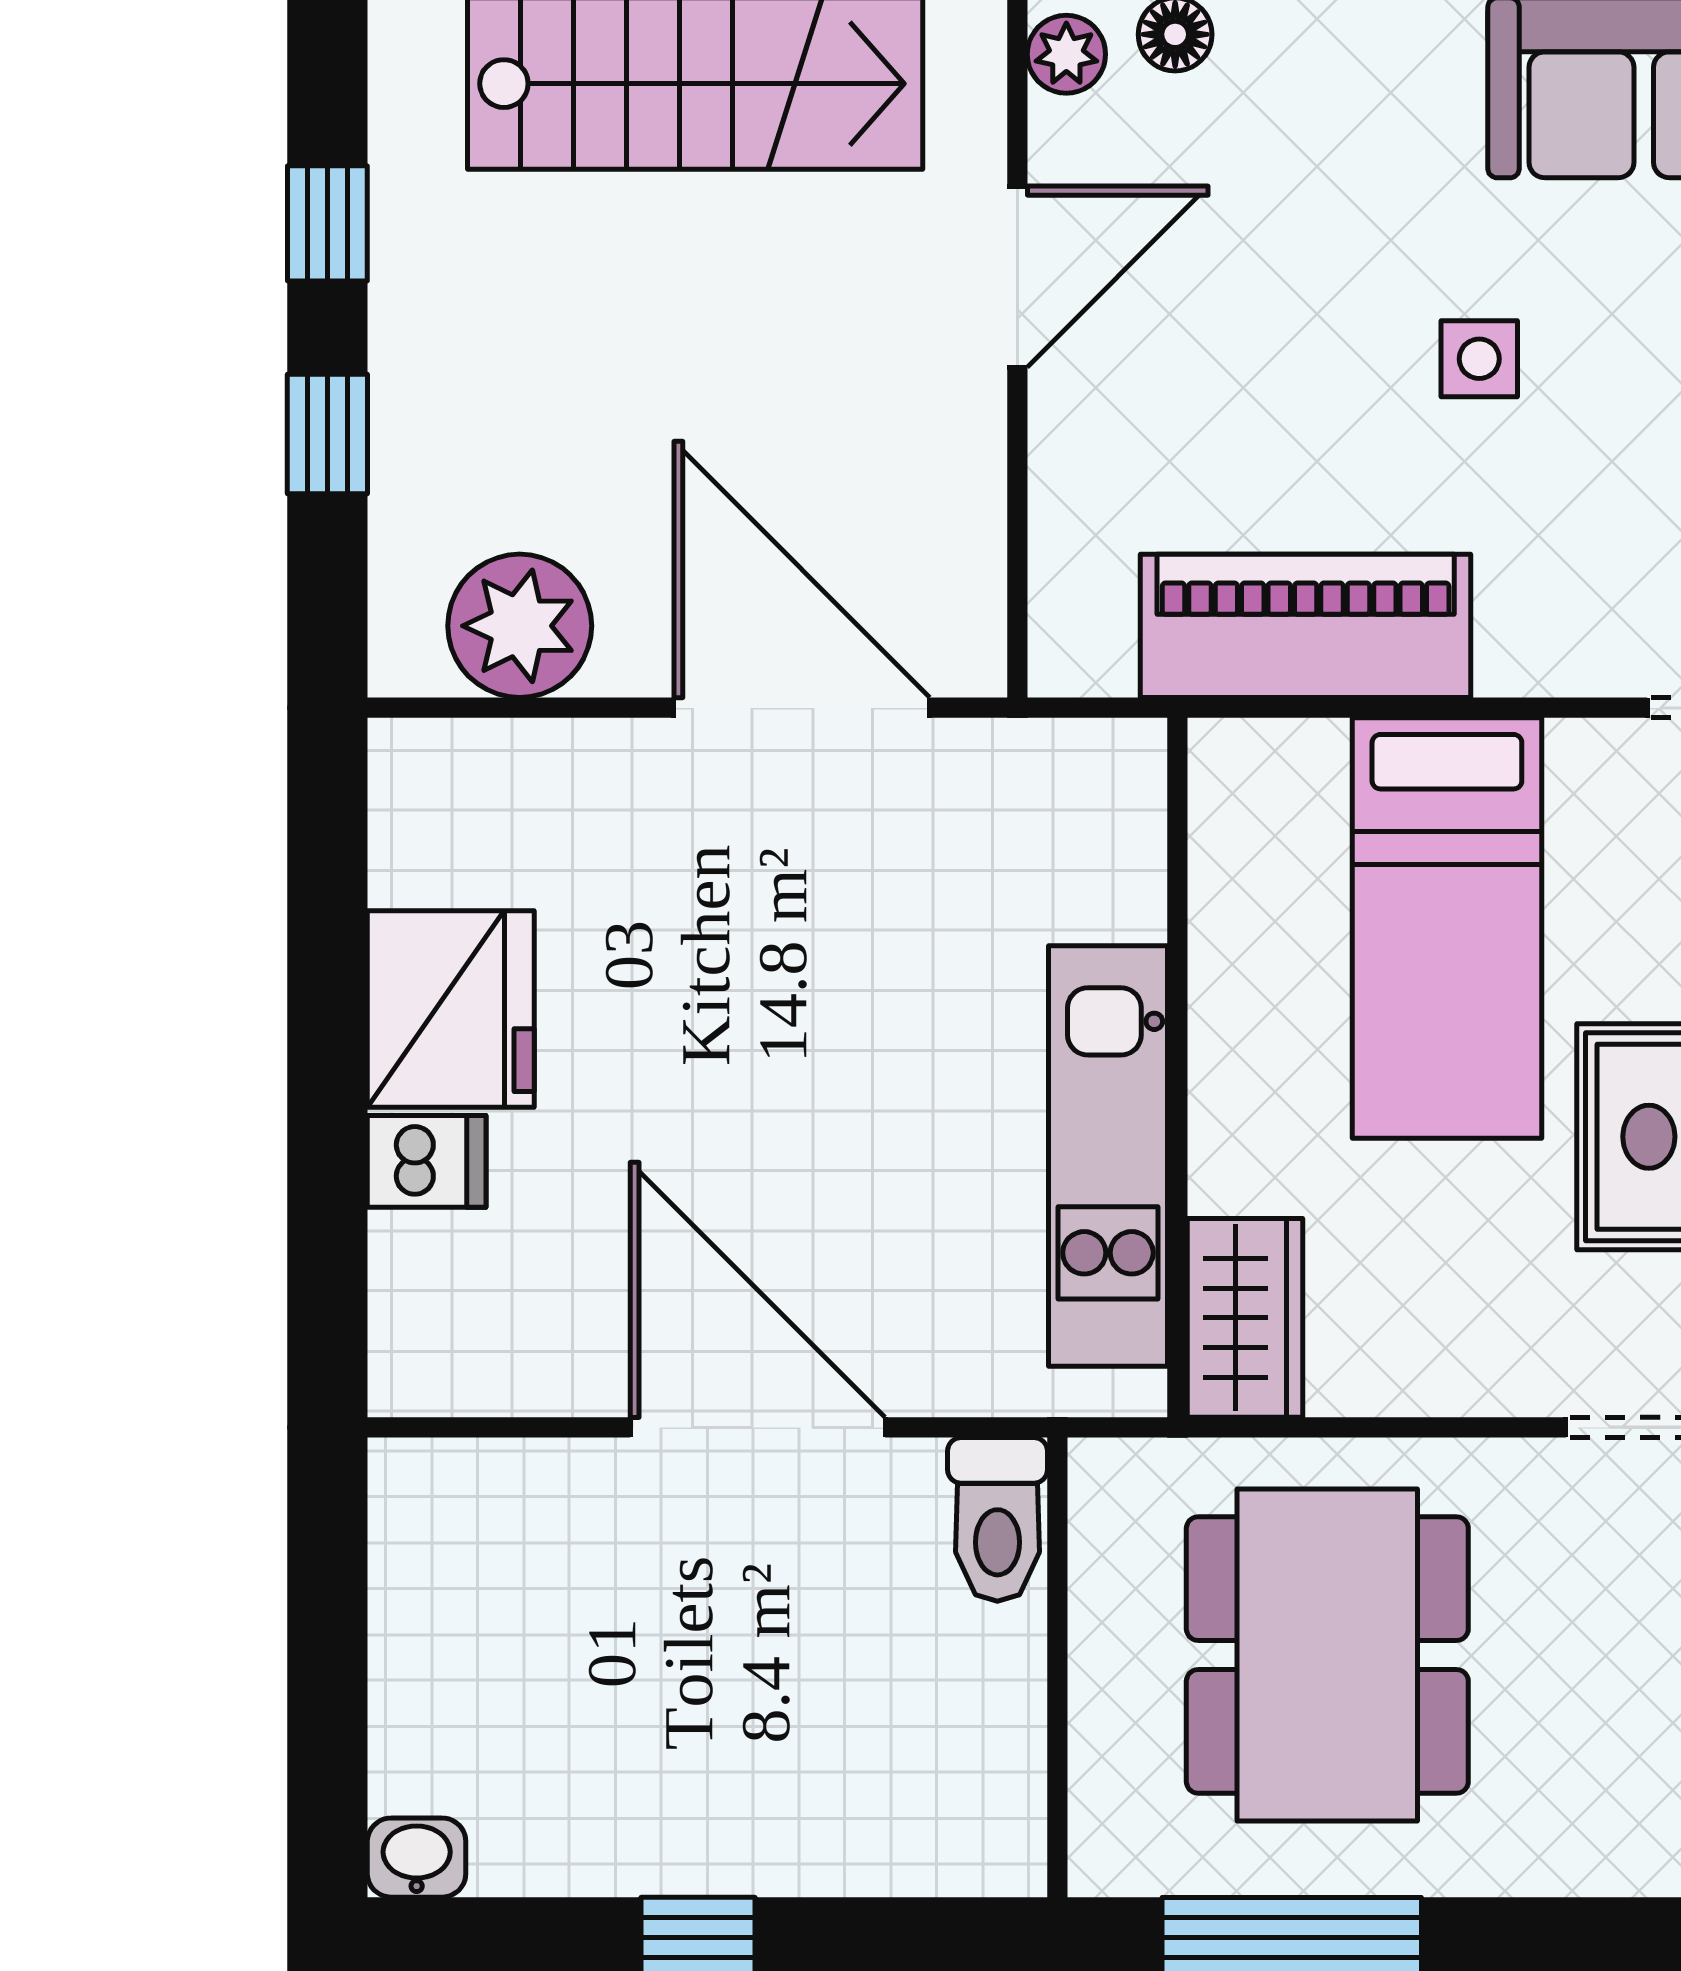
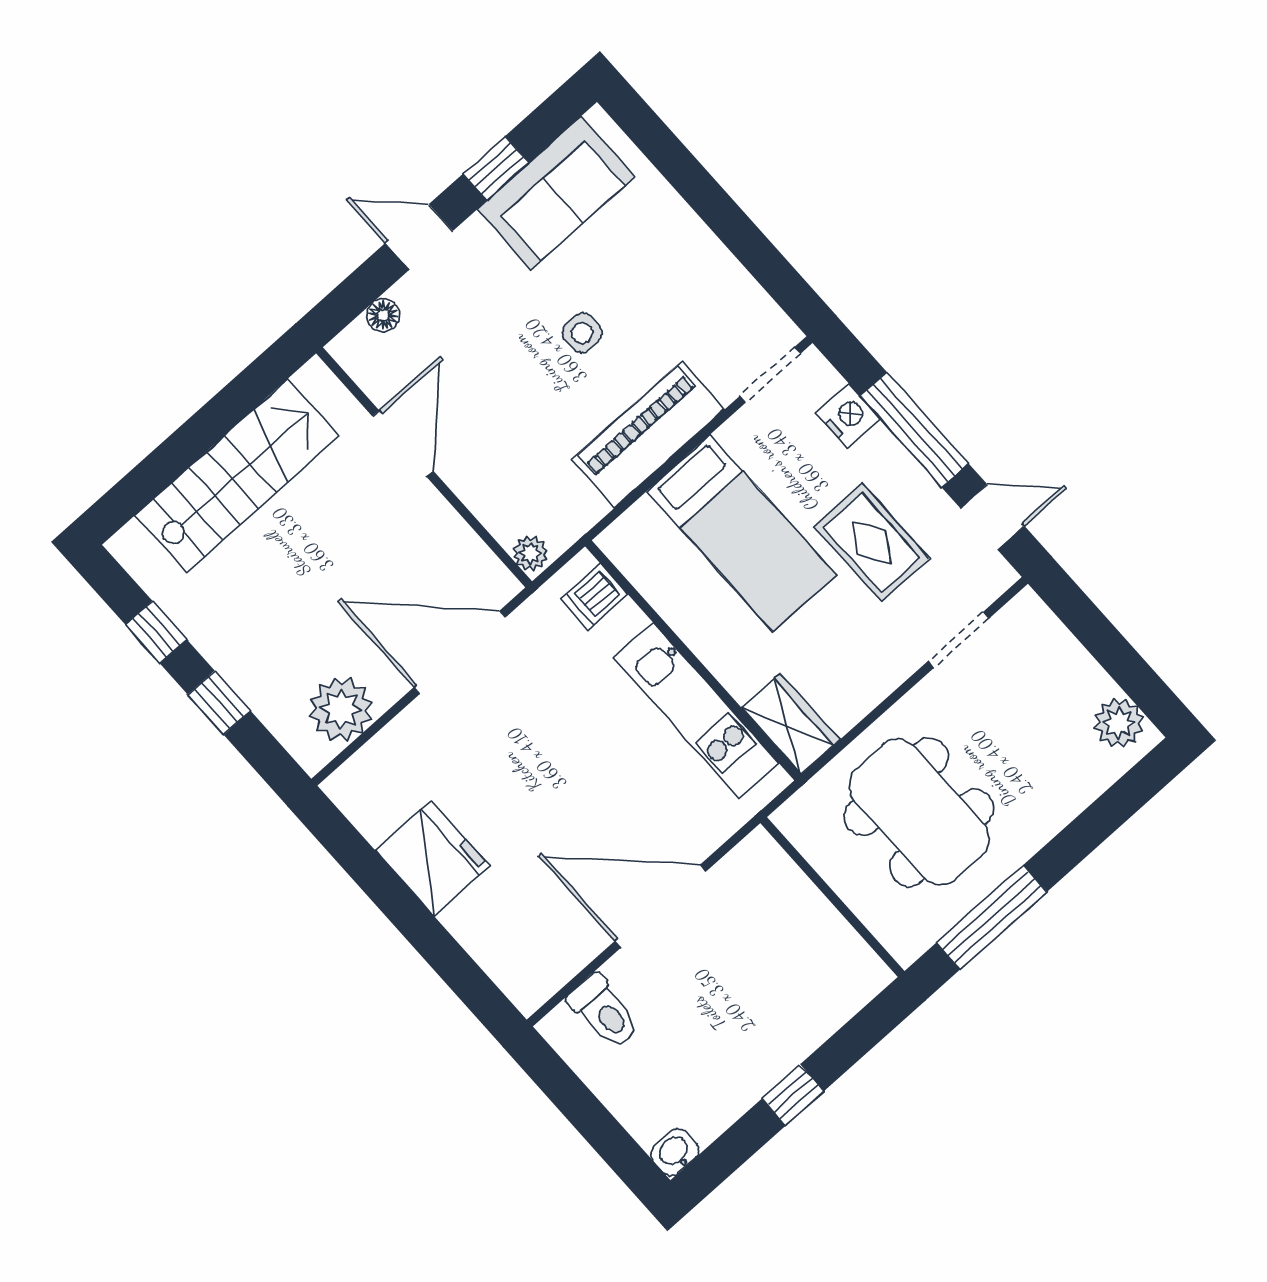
plant: (1066, 54) -> (530, 553), moved
piano: (1306, 626) -> (648, 434), moved
dishwasher: (427, 1161) -> (594, 596), moved, turned 180
toilet: (997, 1519) -> (604, 1012), moved

